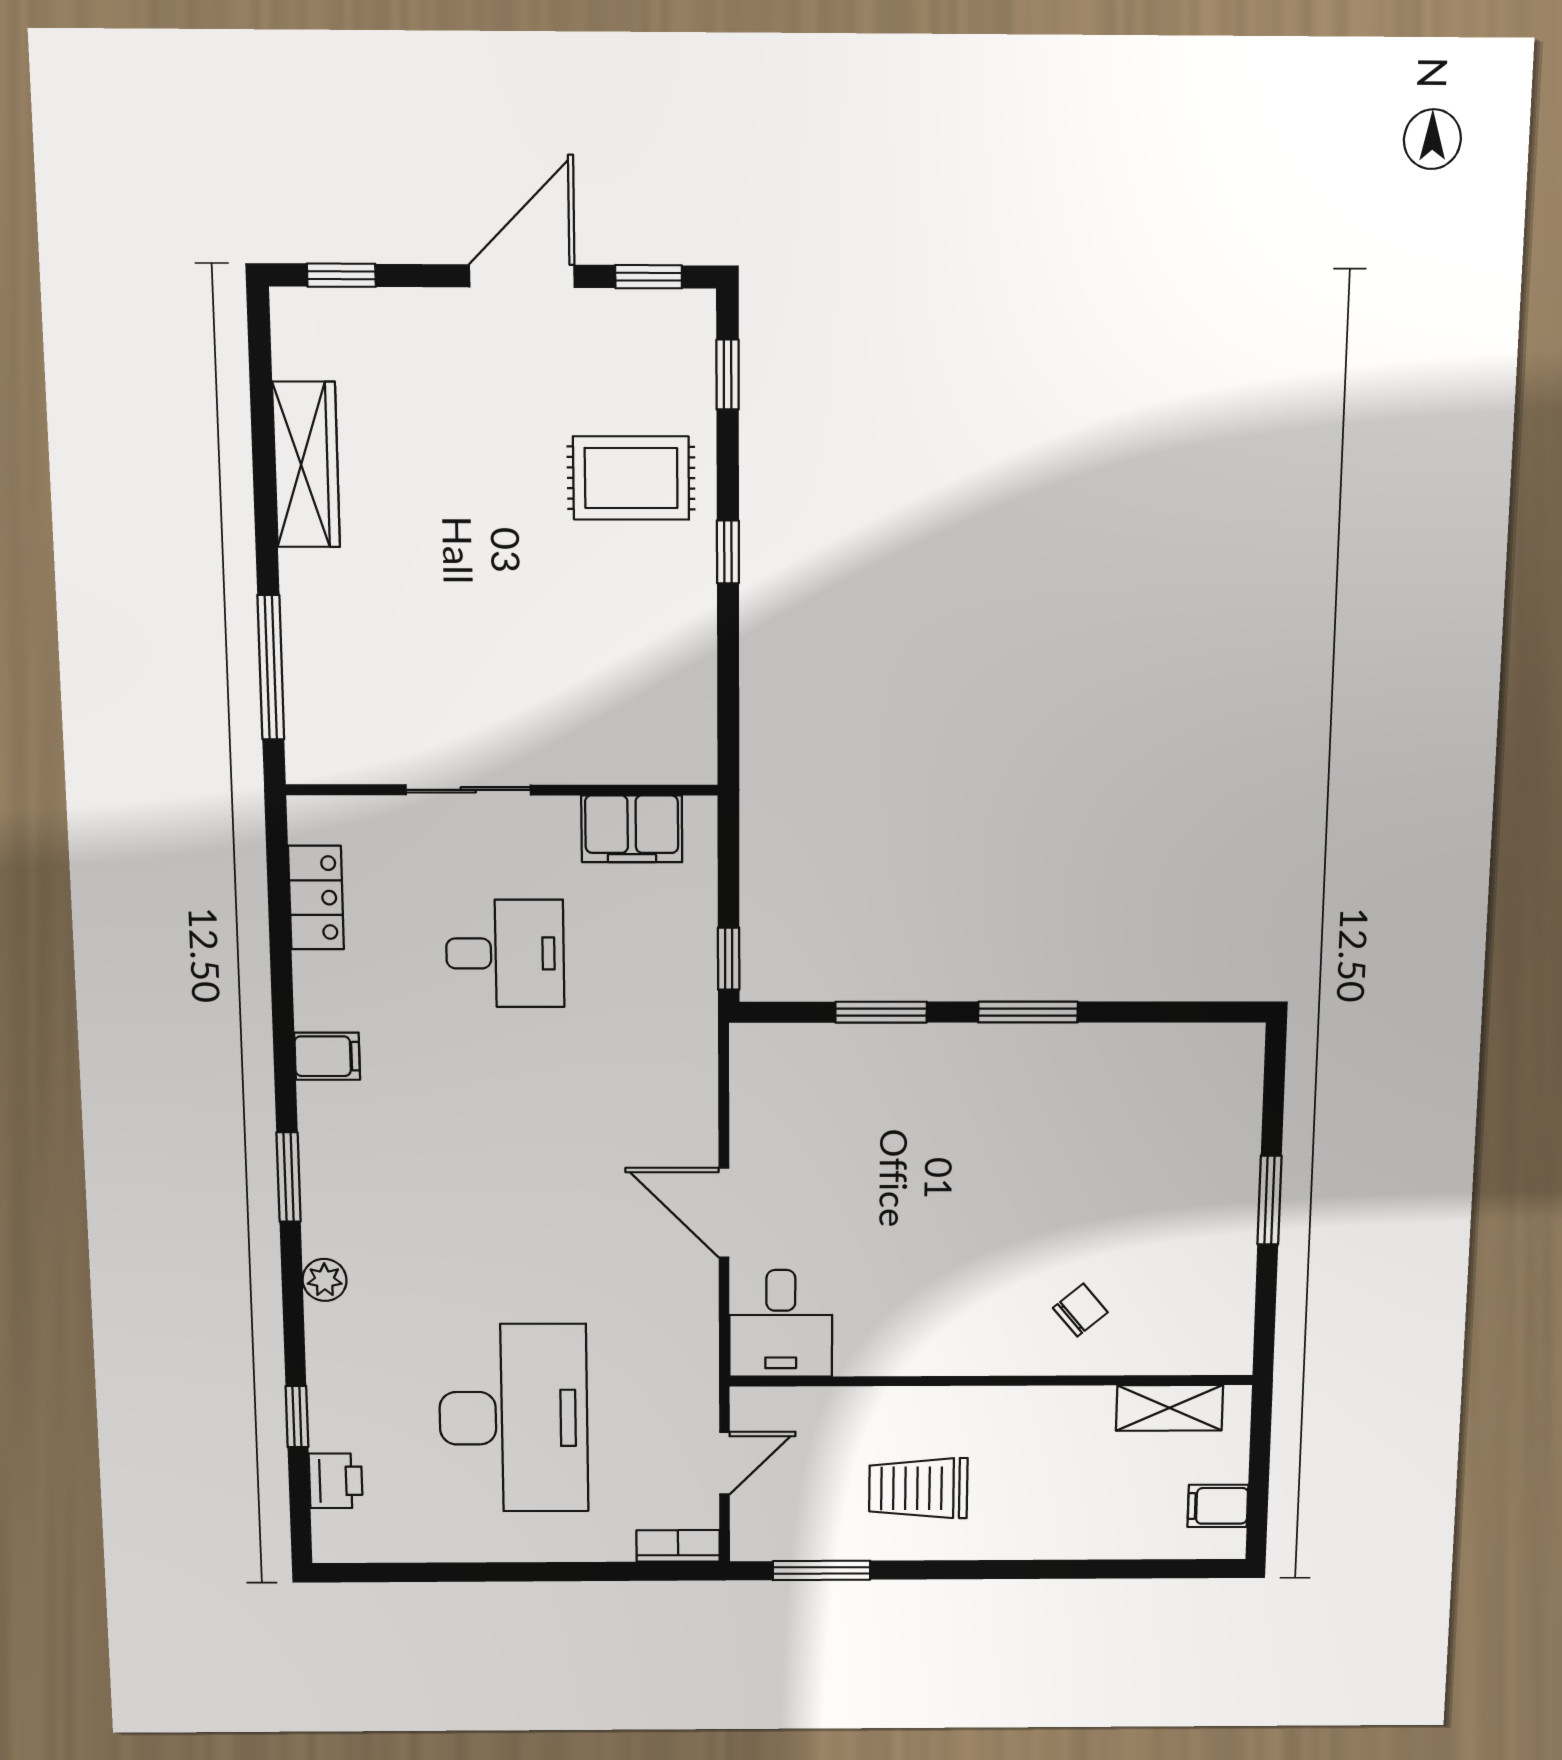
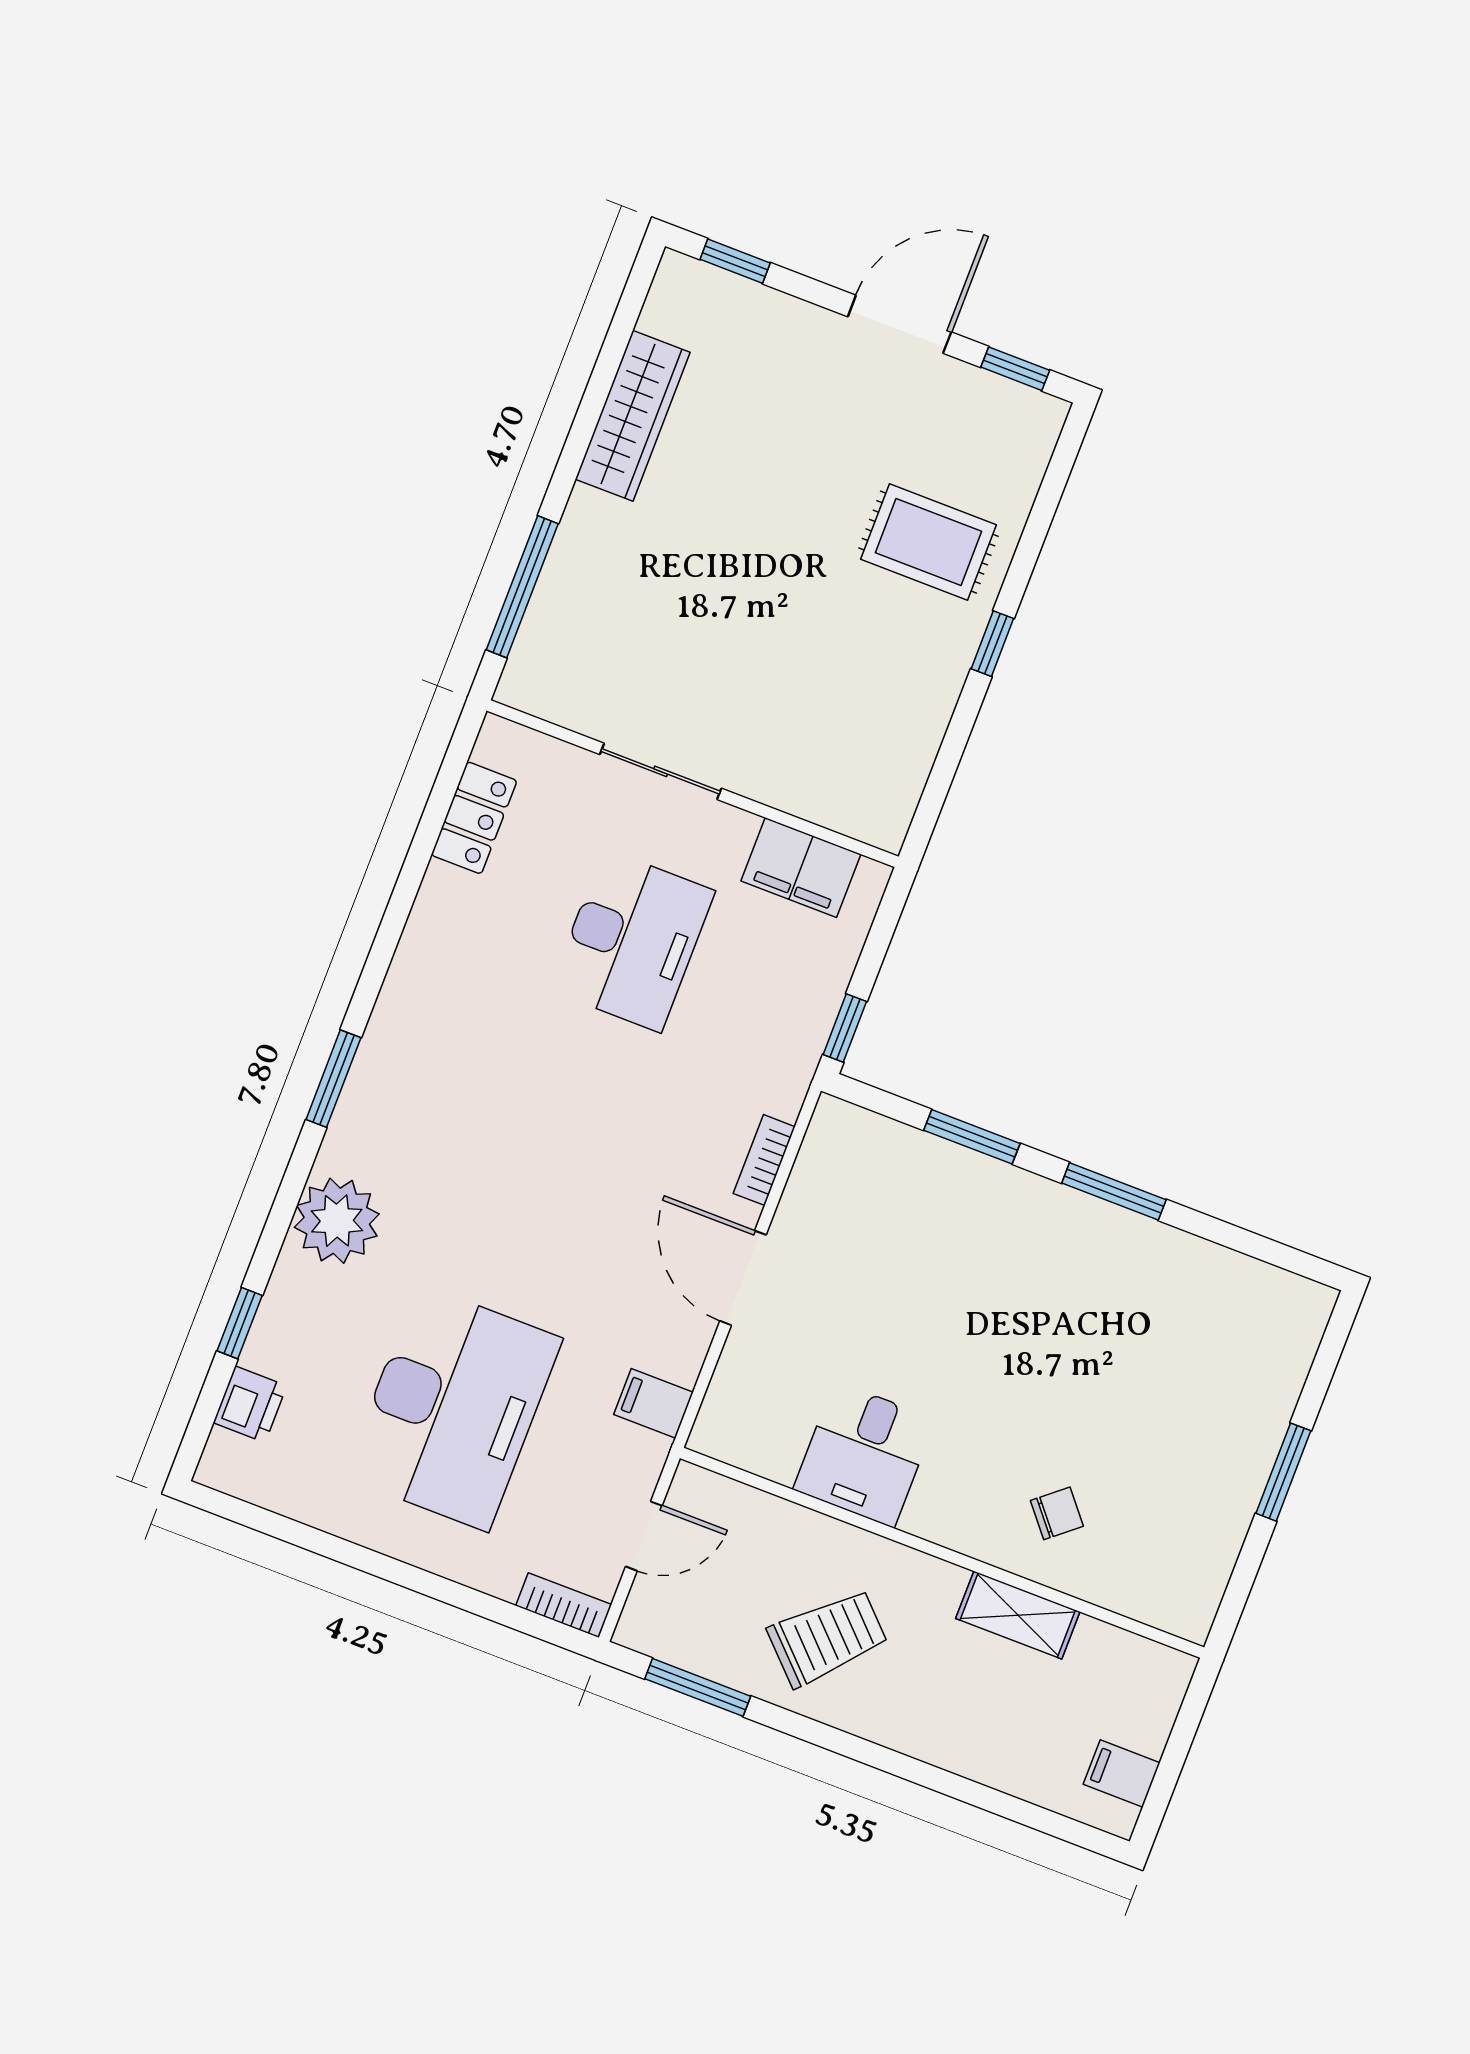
window: (728, 375) -> (1054, 483), removed
desk: (505, 953) -> (632, 941), width x1.37
filing cabinet: (327, 1056) -> (653, 1403), moved, turned 180
bookcase: (702, 1103) -> (764, 1160), added
plant: (325, 1280) -> (337, 1221), width x1.87, depth x1.87
desk: (781, 1323) -> (864, 1454), moved
shelving: (1170, 1408) -> (1018, 1615), moved
trolley: (918, 1488) -> (828, 1638), turned 135

